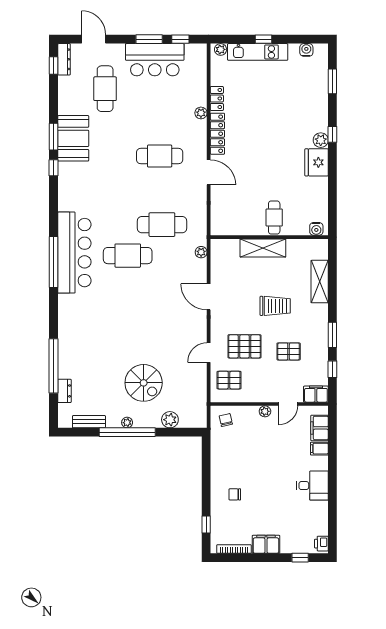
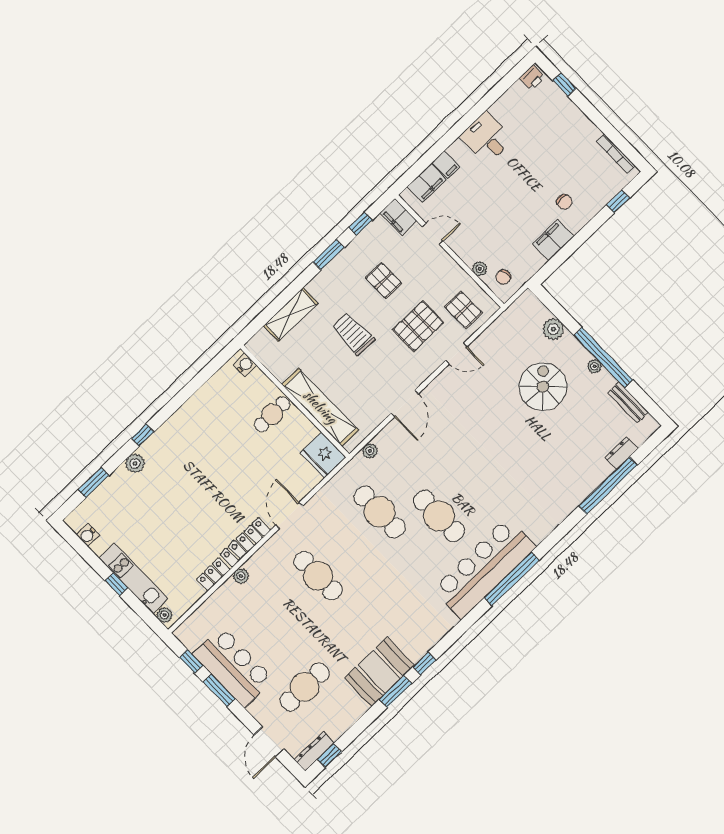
plant: (321, 140) -> (135, 463), moved
fridge: (317, 162) -> (323, 455), moved, turned 90
shelving: (263, 248) -> (320, 407), width x1.47
pallet: (244, 346) -> (418, 326), turned 90
plant: (265, 411) -> (480, 269), moved
filing cabinet: (266, 544) -> (553, 240), moved, turned 90

